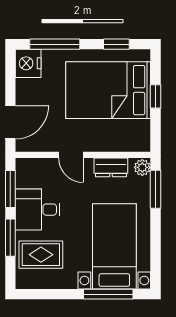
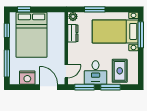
nightstand: (28, 63) -> (27, 78), moved
window: (156, 96) -> (24, 9), moved
door: (71, 155) -> (66, 71), moved
window: (156, 189) -> (95, 9), moved

